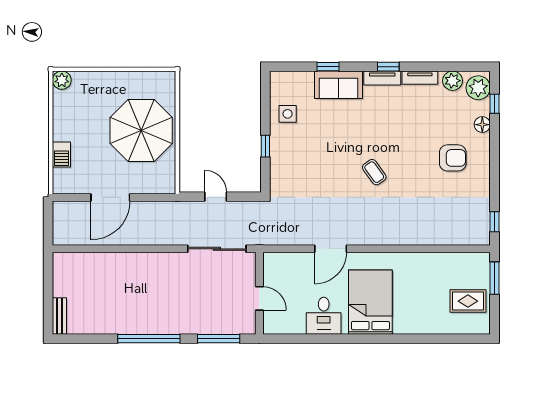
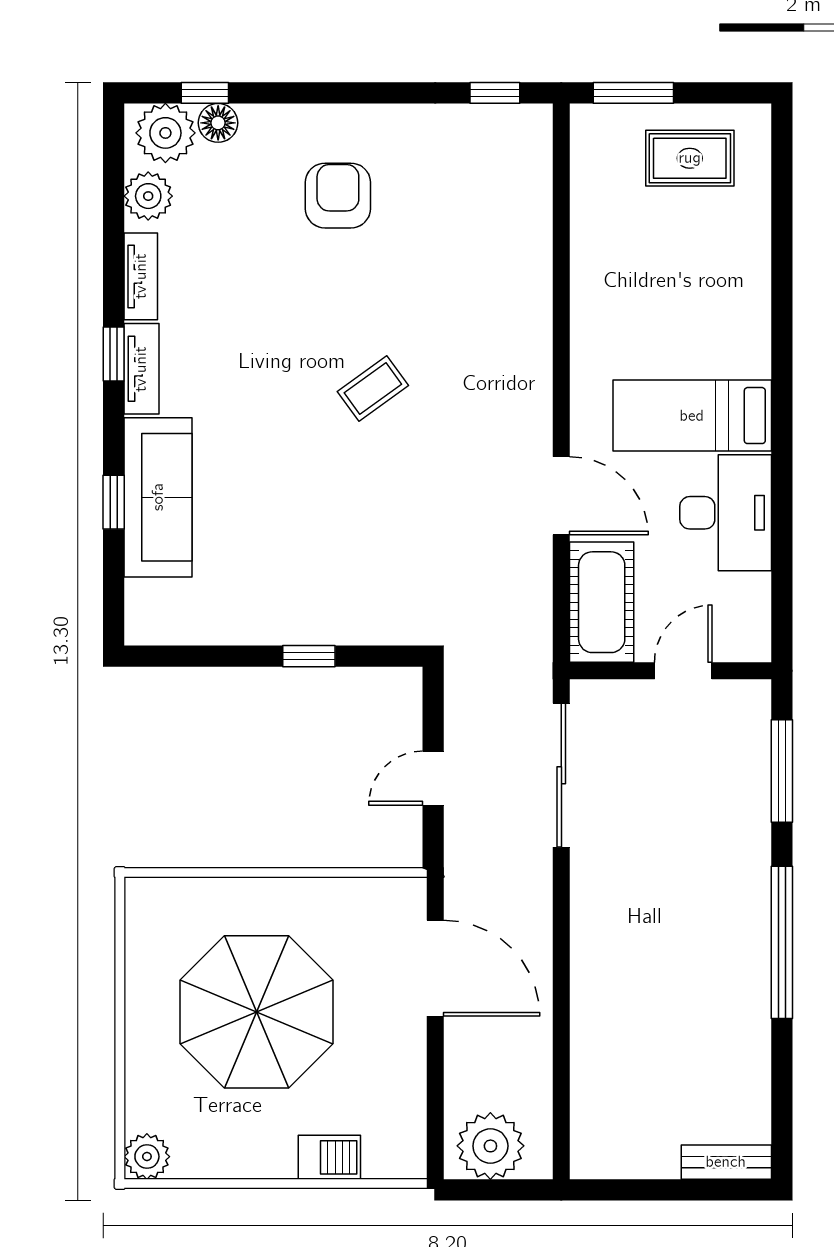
sofa: (339, 85) -> (158, 497), width x1.36
side table: (288, 114) -> (230, 602), removed
floor lamp: (482, 125) -> (218, 123), moved
parasol: (141, 130) -> (257, 1012), moved
door: (110, 197) -> (435, 968), moved
plant: (66, 220) -> (490, 1146), added
cot: (287, 265) -> (602, 602), added
rug: (468, 301) -> (690, 158), turned 90
bed: (370, 302) -> (692, 416), width x0.67
desk: (324, 316) -> (726, 513), width x1.37

